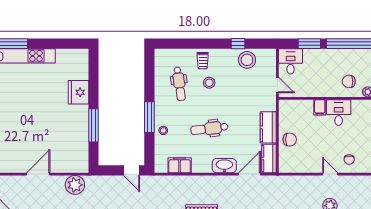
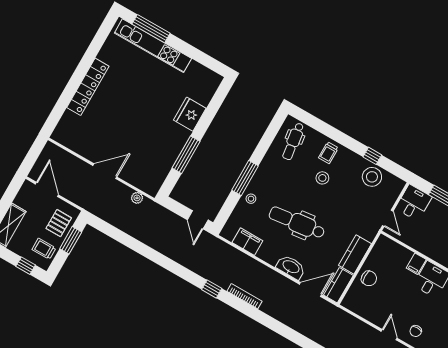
dental chair: (179, 84) -> (293, 141), moved
dental chair: (209, 129) -> (297, 223), width x1.36, depth x1.38
plant: (75, 185) -> (137, 198), width x0.53, depth x0.53

